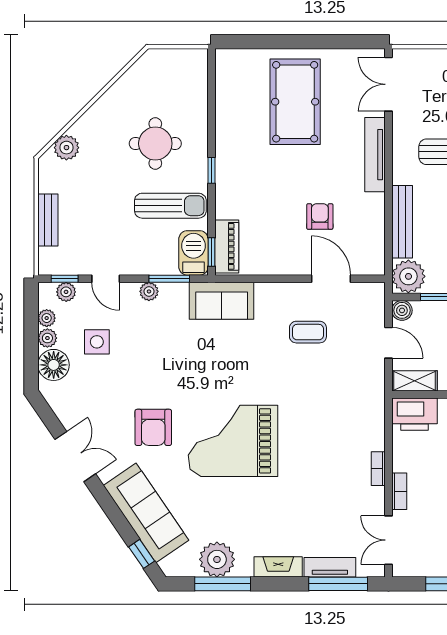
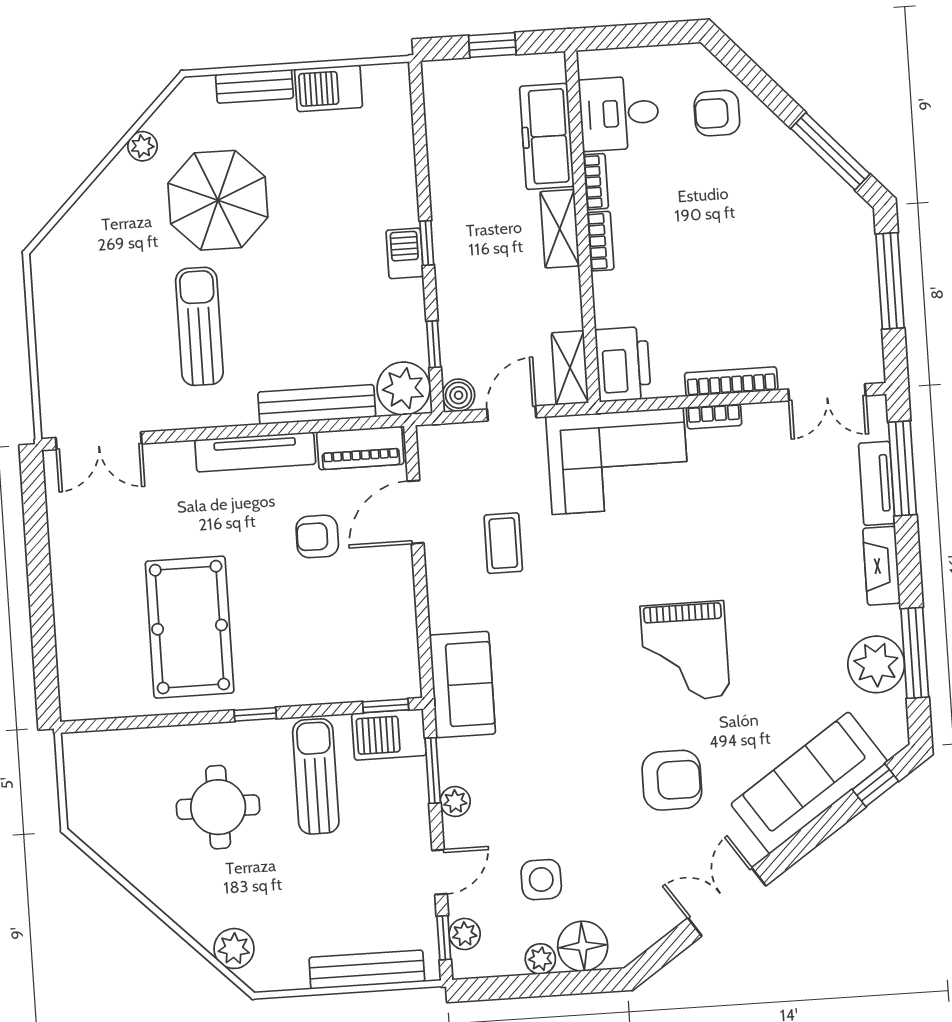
pool table: (295, 102) -> (190, 627), moved, turned 90
tv unit: (375, 155) -> (255, 452), moved
bench: (48, 220) -> (367, 970), width x1.36
piano: (227, 246) -> (360, 448), moved, turned 180
plant: (47, 318) -> (508, 962), removed
corner sofa: (354, 407) -> (618, 461), added
grand piano: (233, 441) -> (685, 652), width x0.73, depth x0.68
bookcase: (399, 491) -> (731, 381), width x1.56

